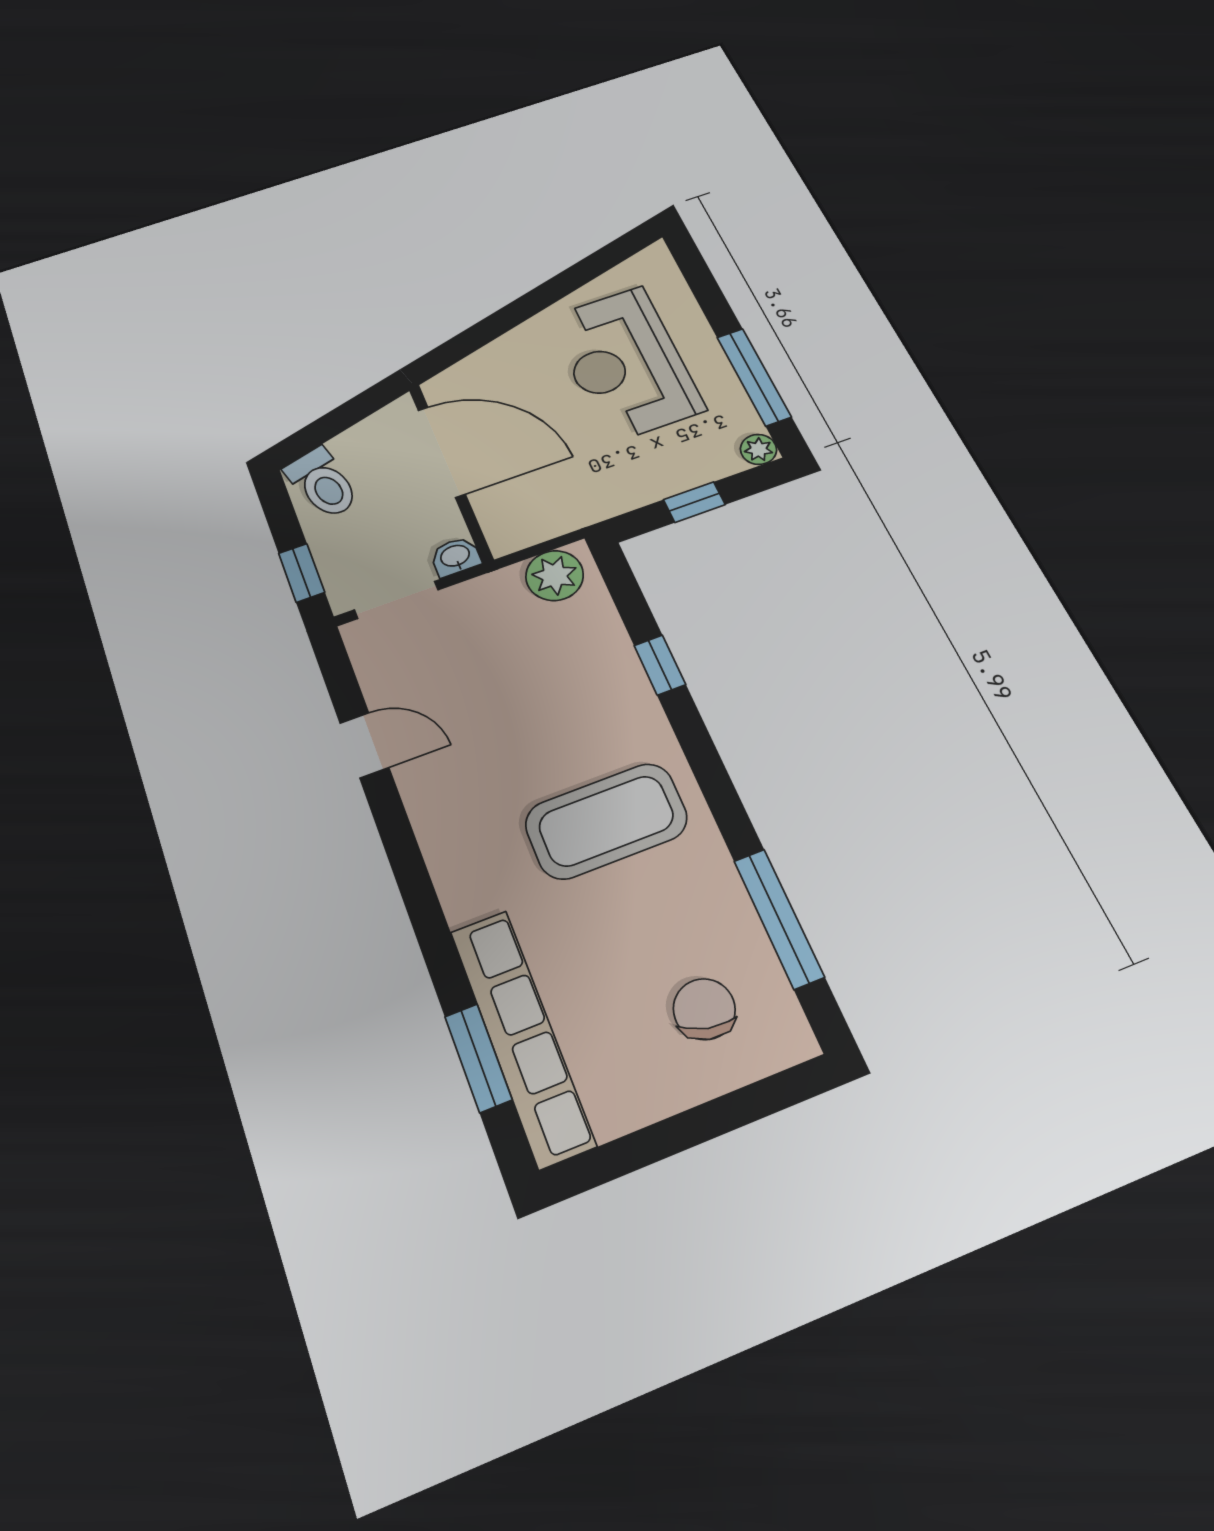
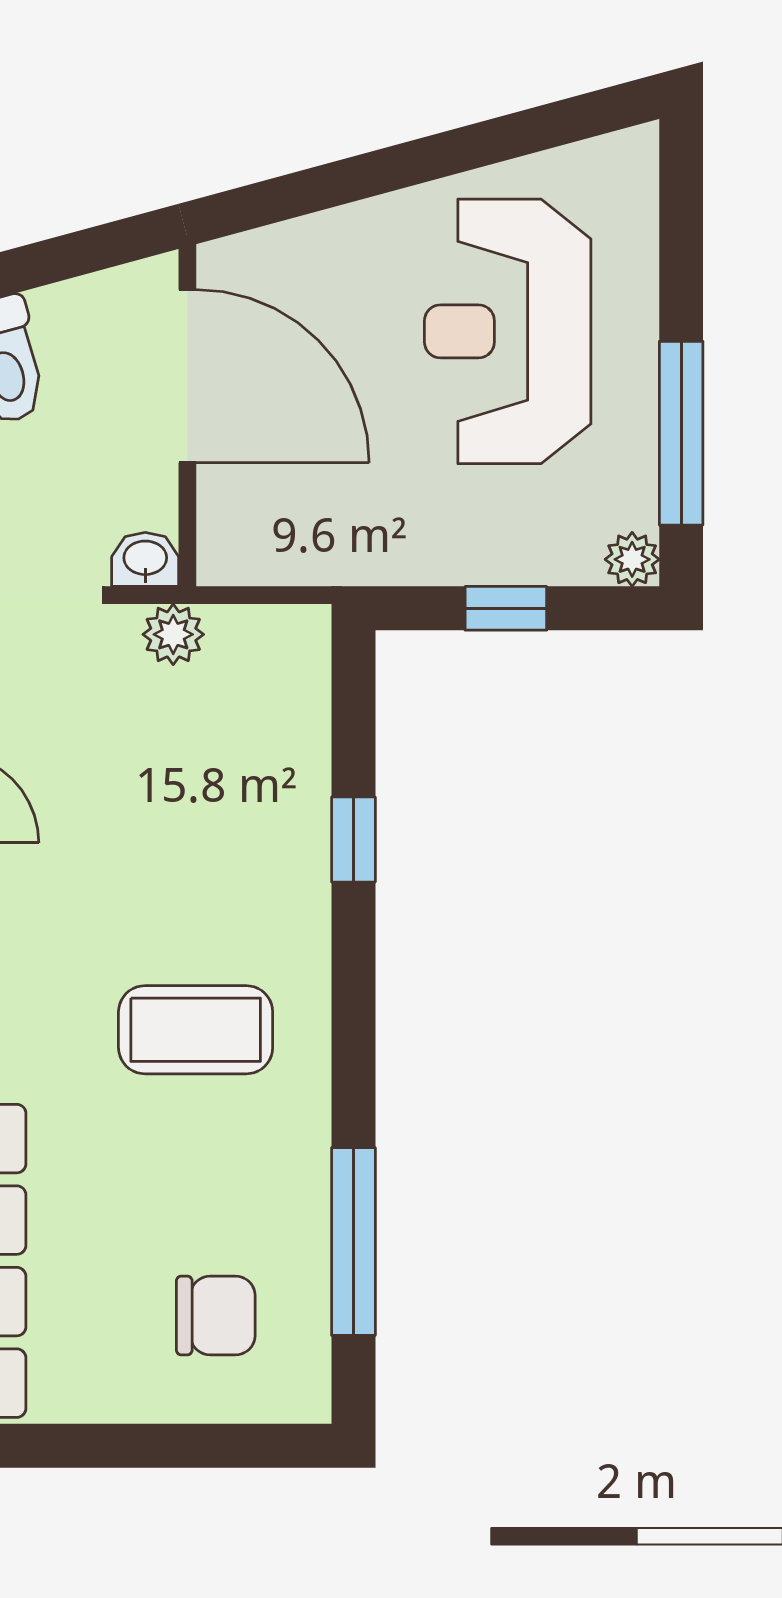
plant: (555, 576) -> (173, 634), moved, width x0.73, depth x0.73
coffee table: (606, 821) -> (196, 1030), width x0.73, depth x0.76
chair: (704, 1009) -> (216, 1316), turned 77

